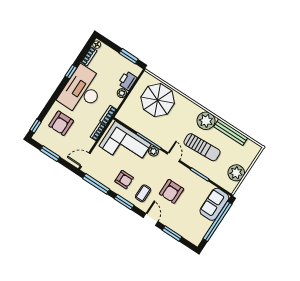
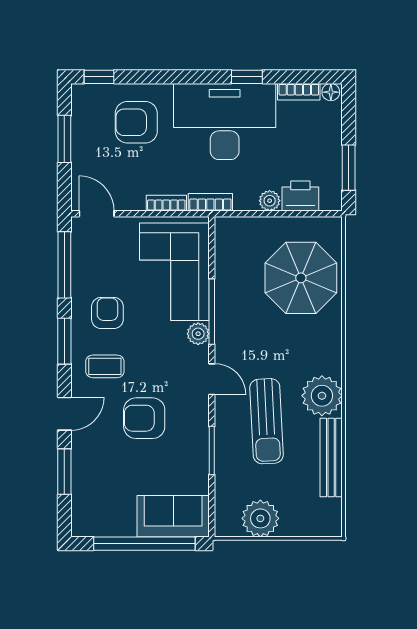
door: (173, 157) -> (212, 379), hinge flipped
armchair: (124, 180) -> (107, 313), turned 180

